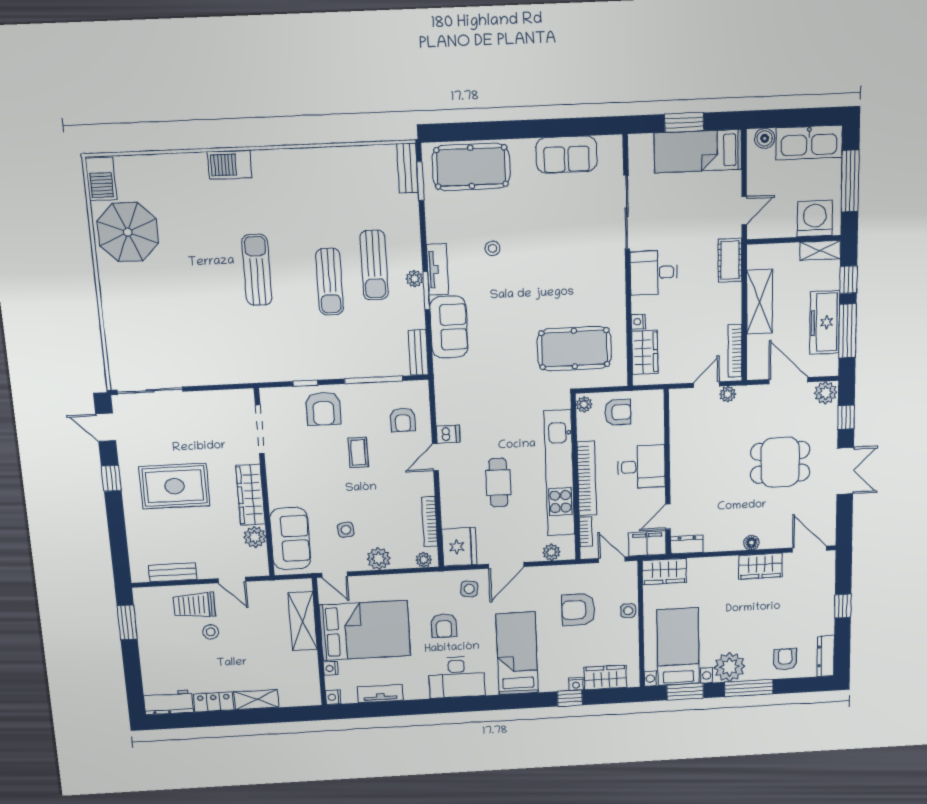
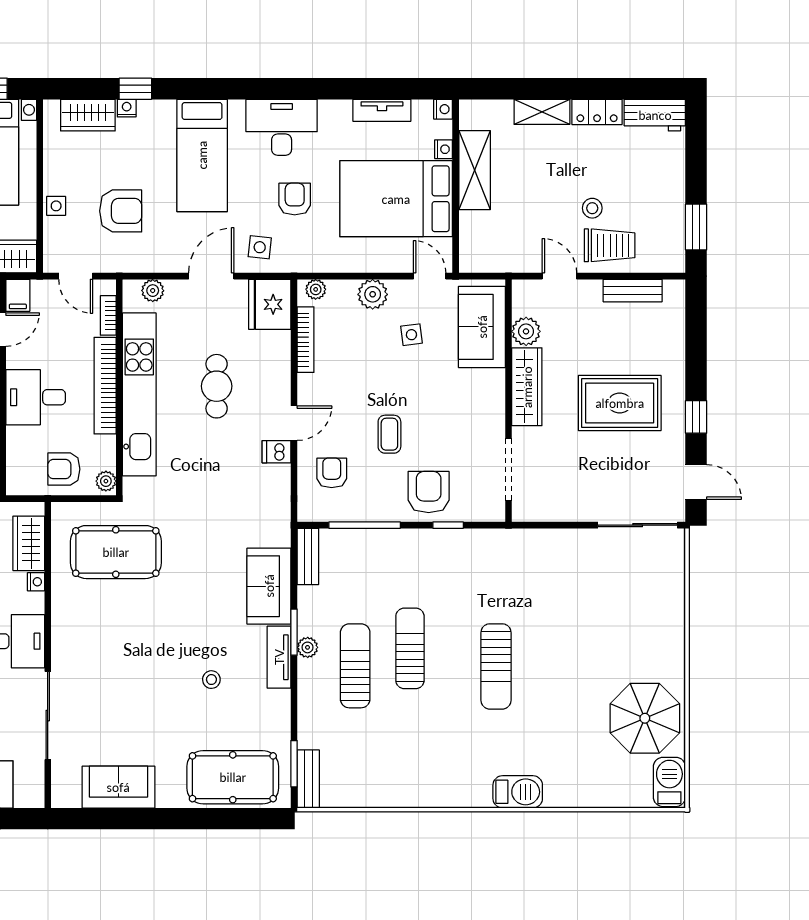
filing cabinet: (647, 544) -> (18, 295), width x0.50
shelving: (303, 621) -> (475, 170), moved

